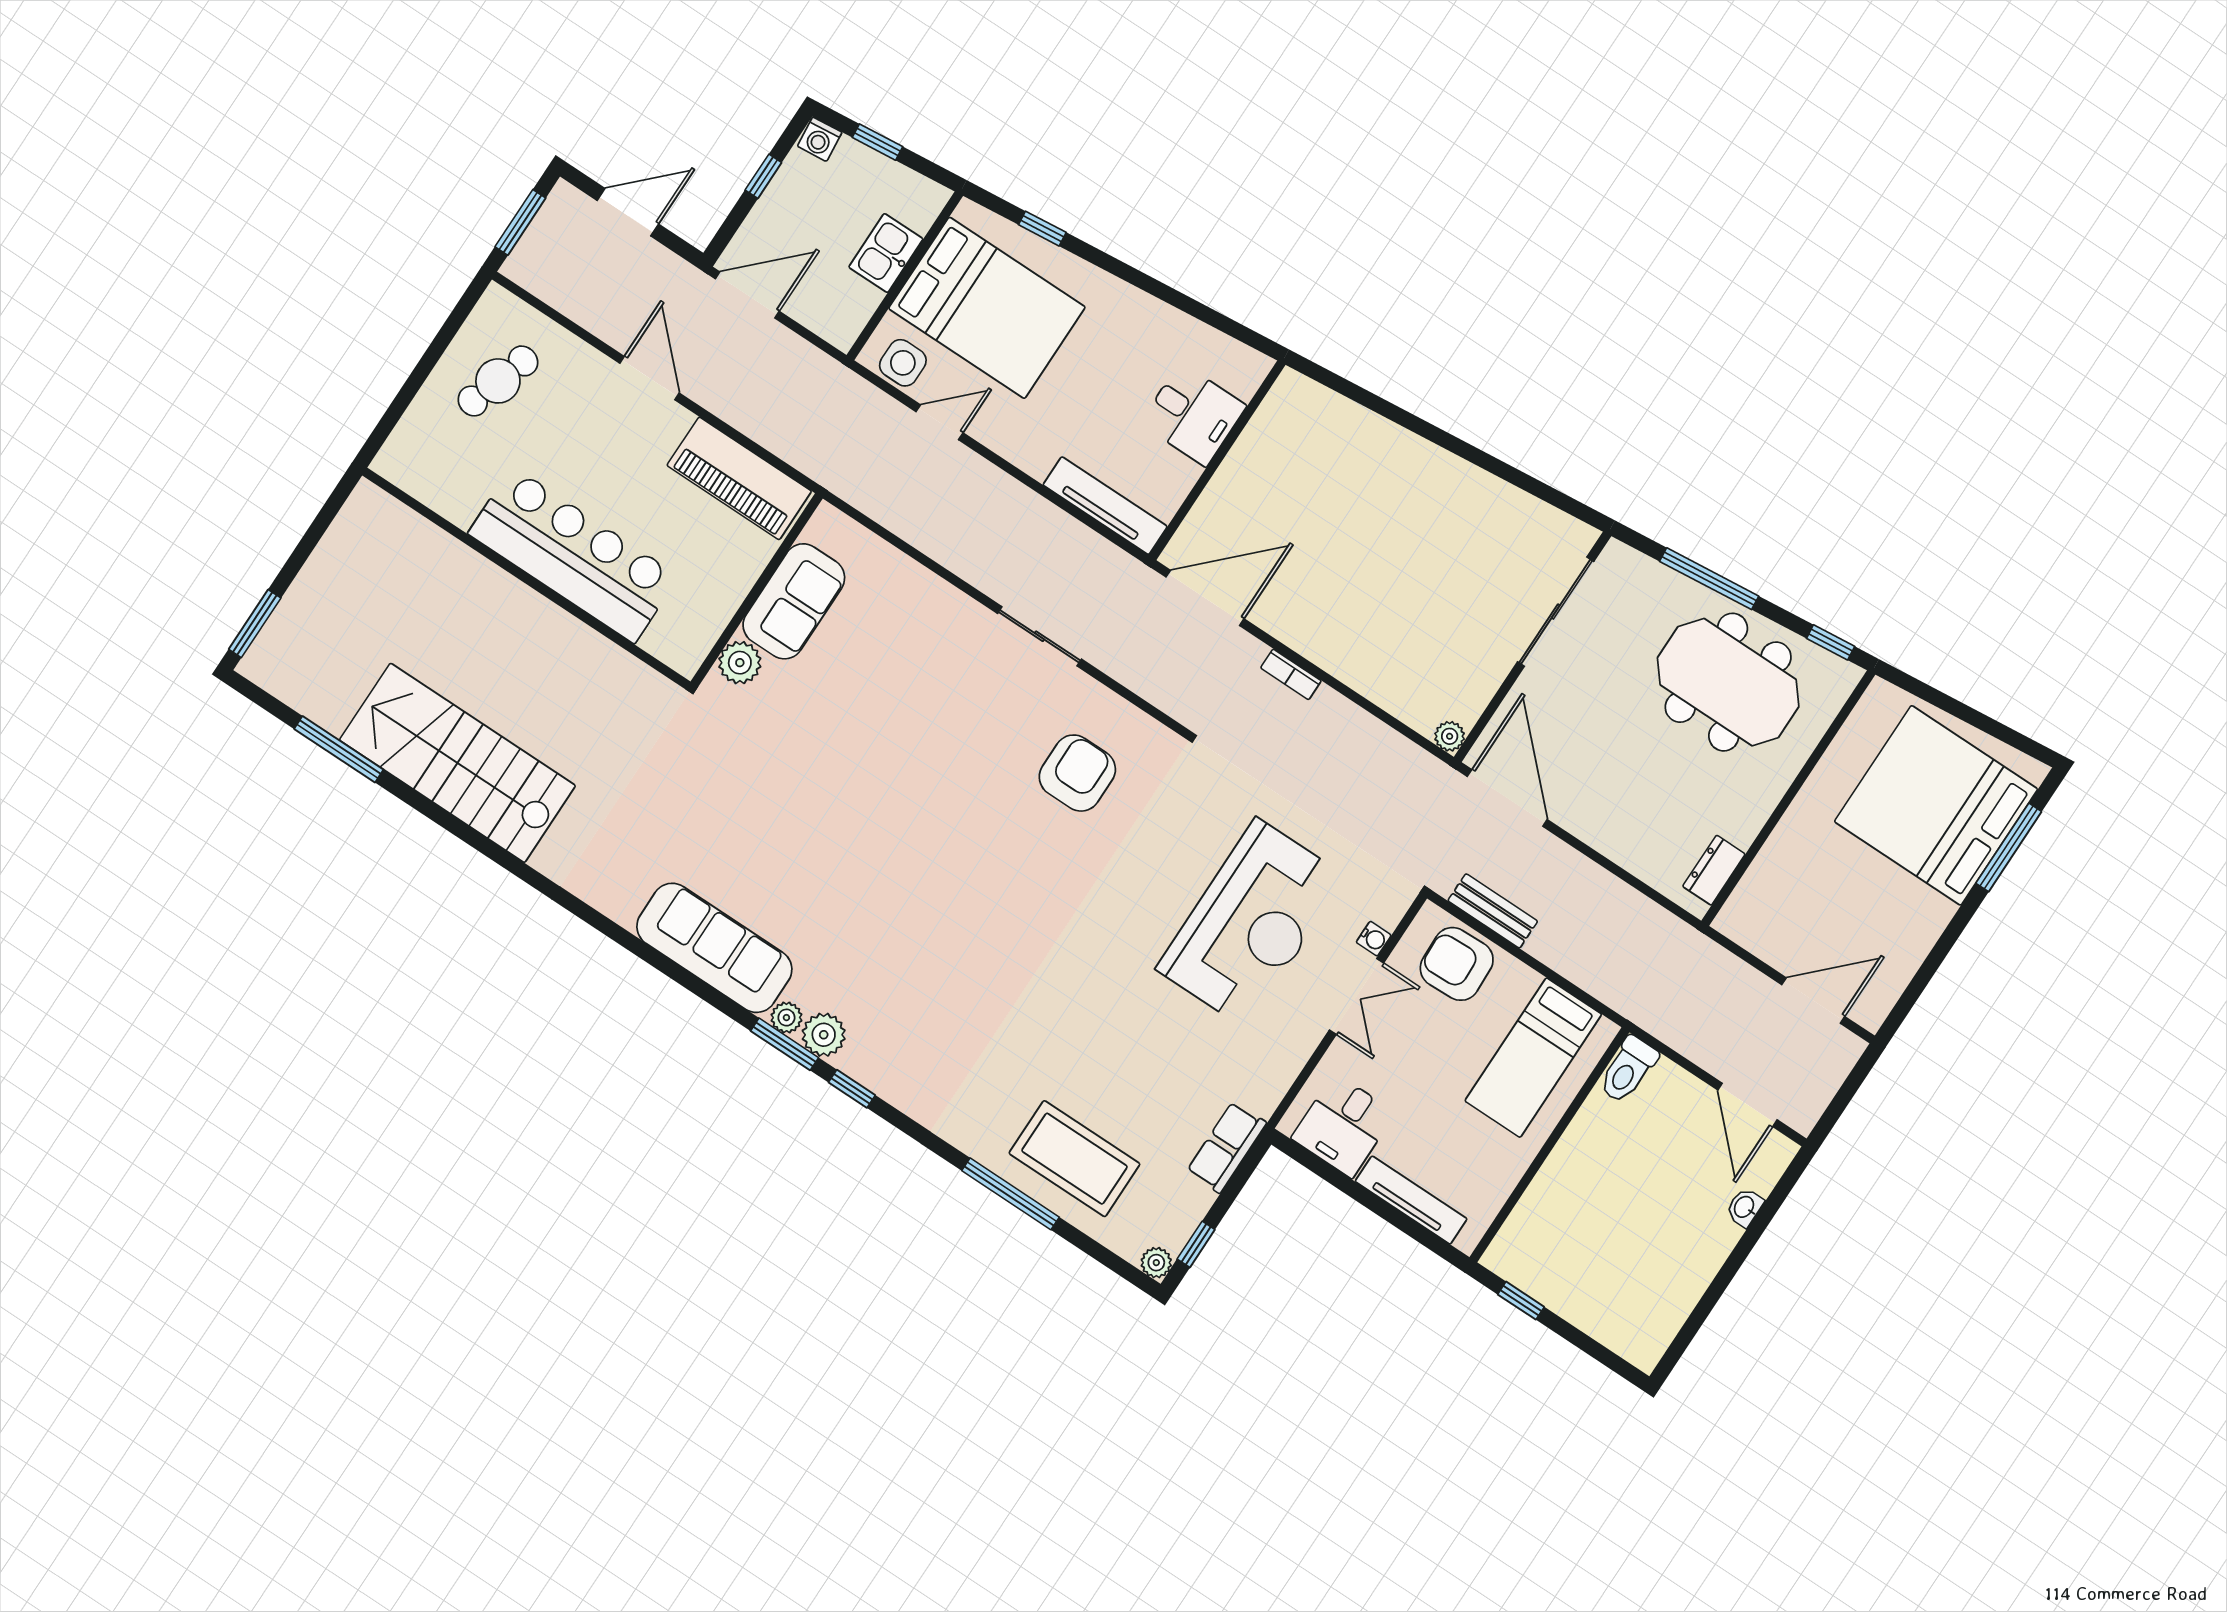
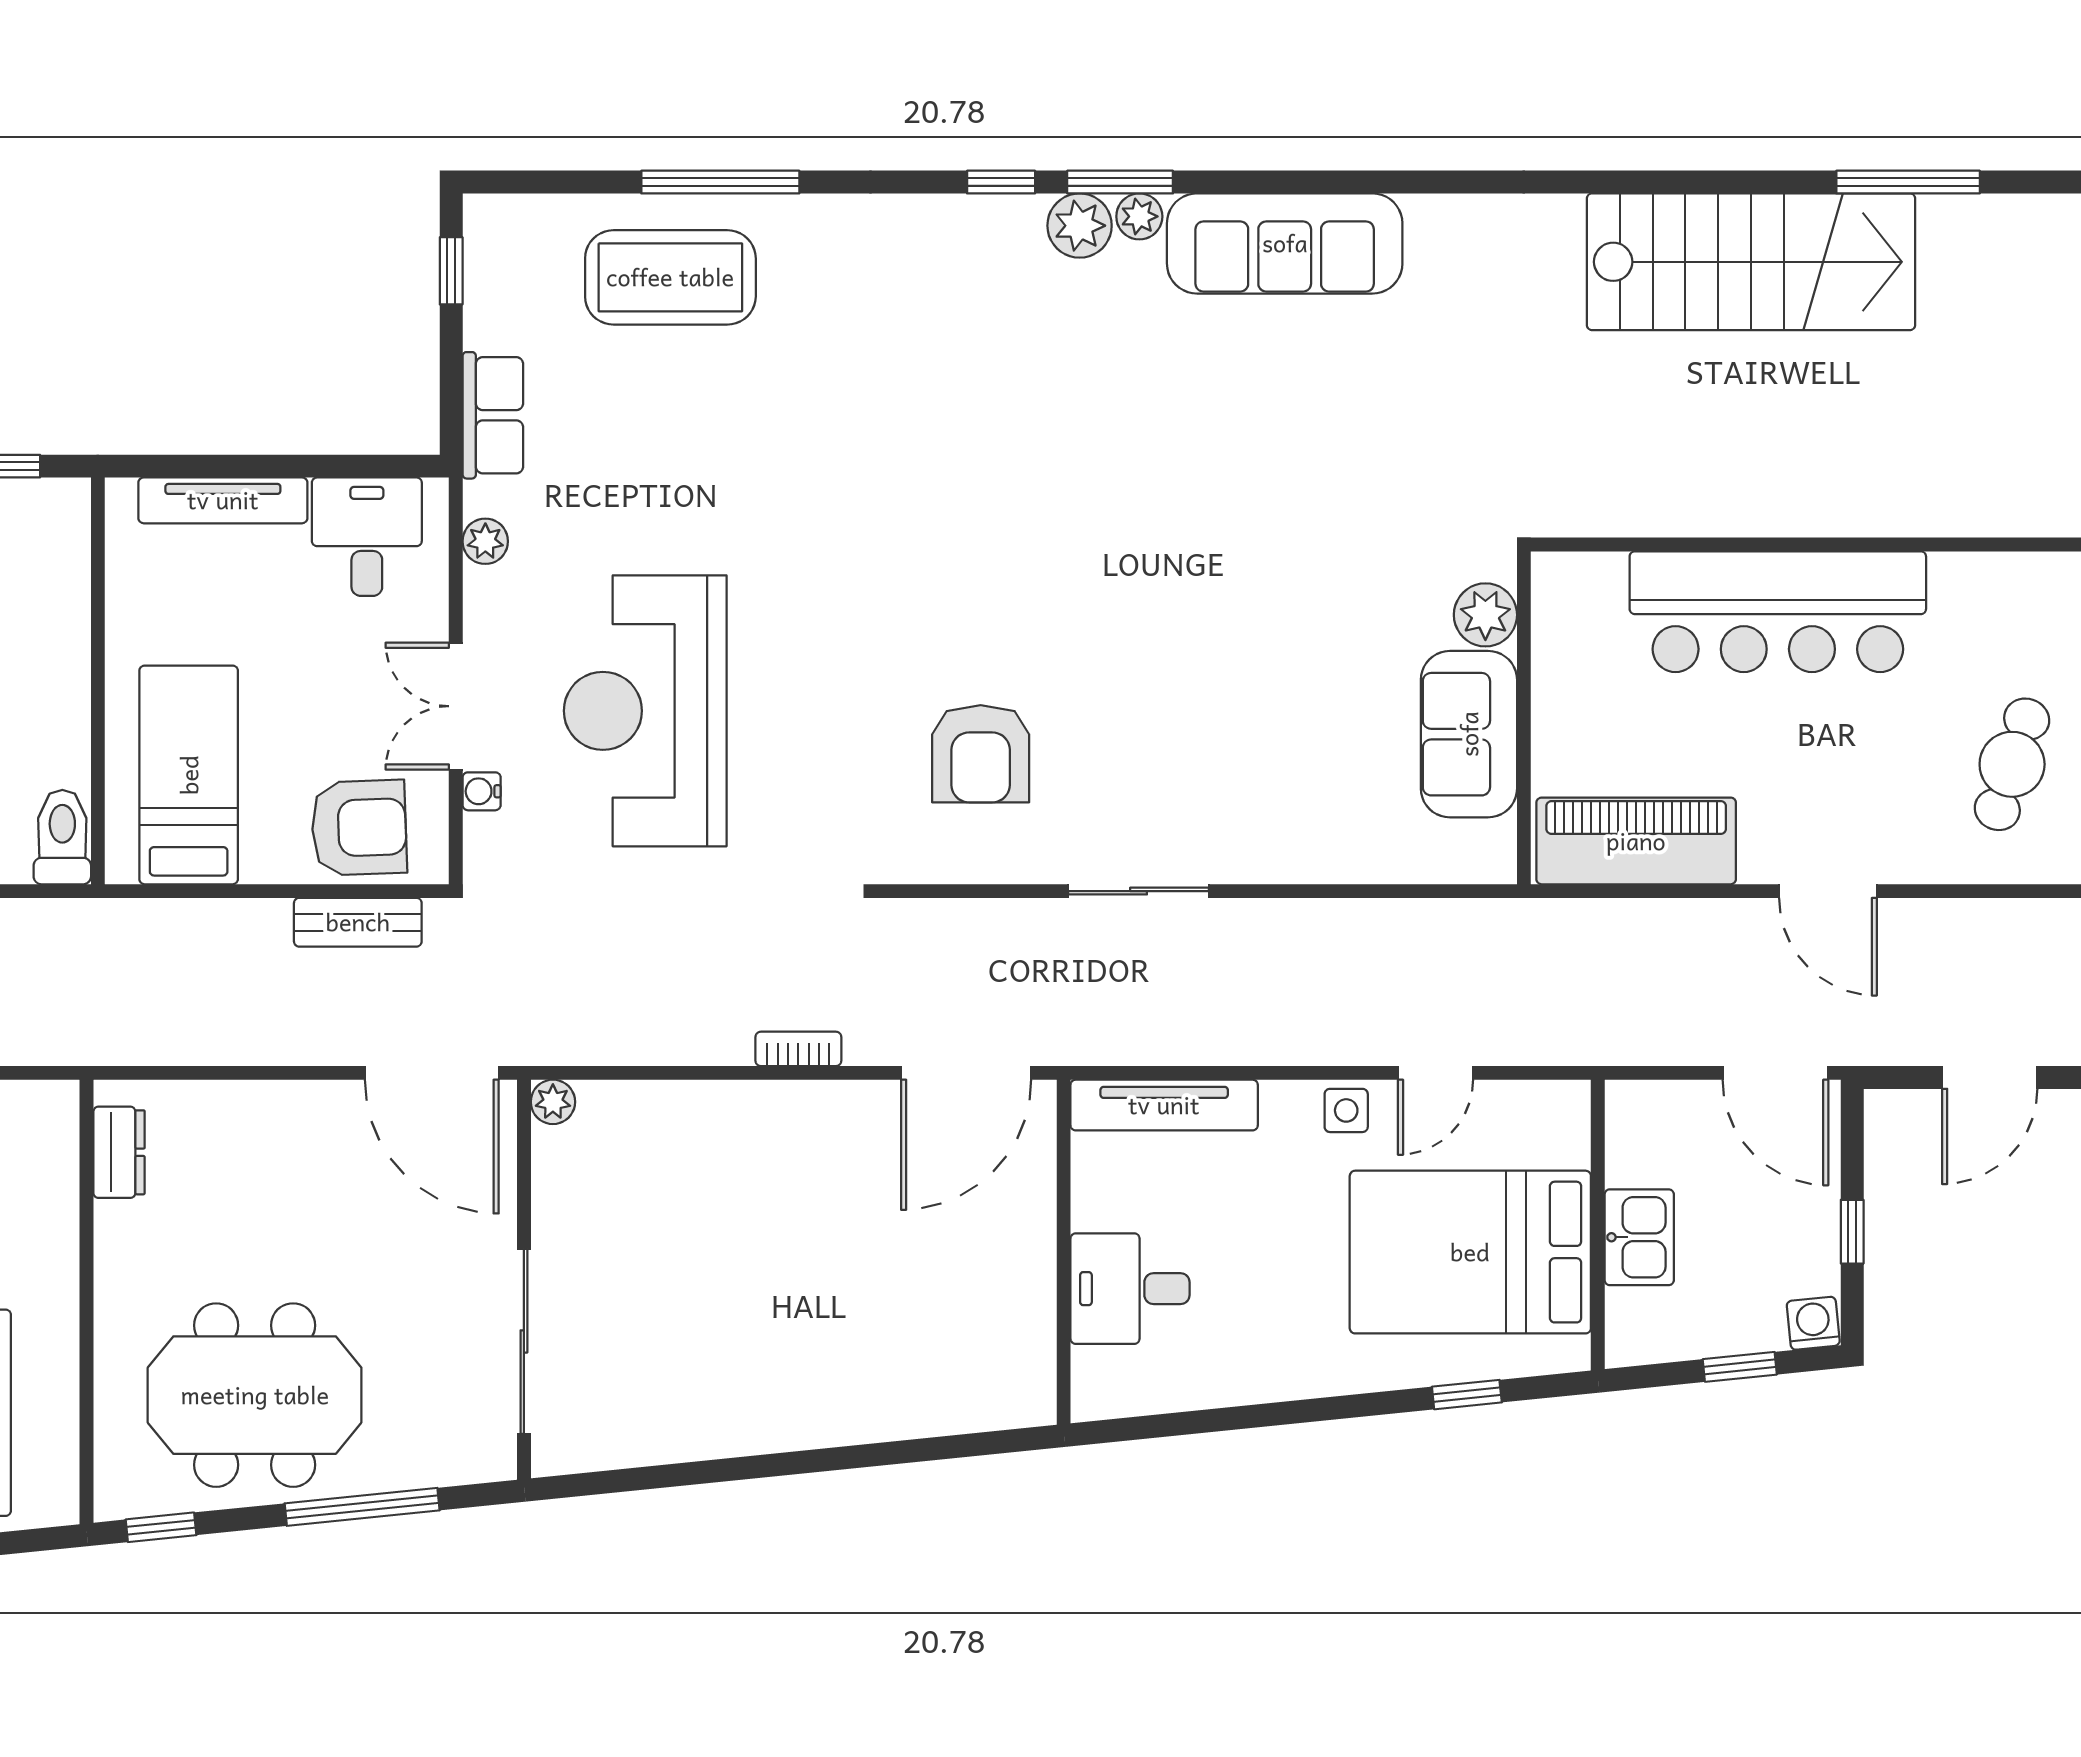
door: (747, 295) -> (1775, 1073), hinge flipped
side table: (903, 363) -> (1346, 1110), moved, width x0.73, depth x0.73
plant: (1156, 1263) -> (485, 541), moved

